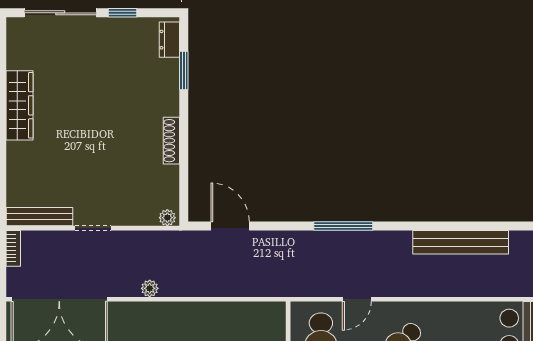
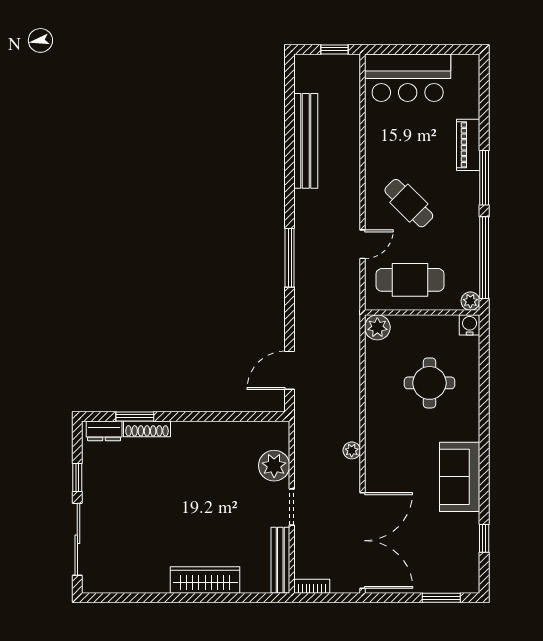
wardrobe: (20, 105) -> (205, 580), moved
shoe rack: (171, 141) -> (147, 429), moved
plant: (167, 218) -> (274, 466), moved, width x1.88, depth x1.88
door: (357, 299) -> (363, 244), hinge flipped
plant: (273, 314) -> (377, 327), added

